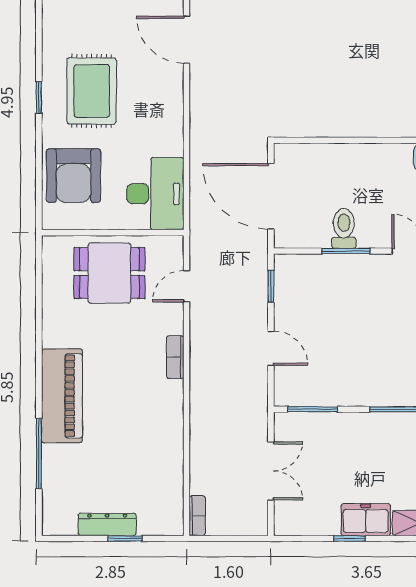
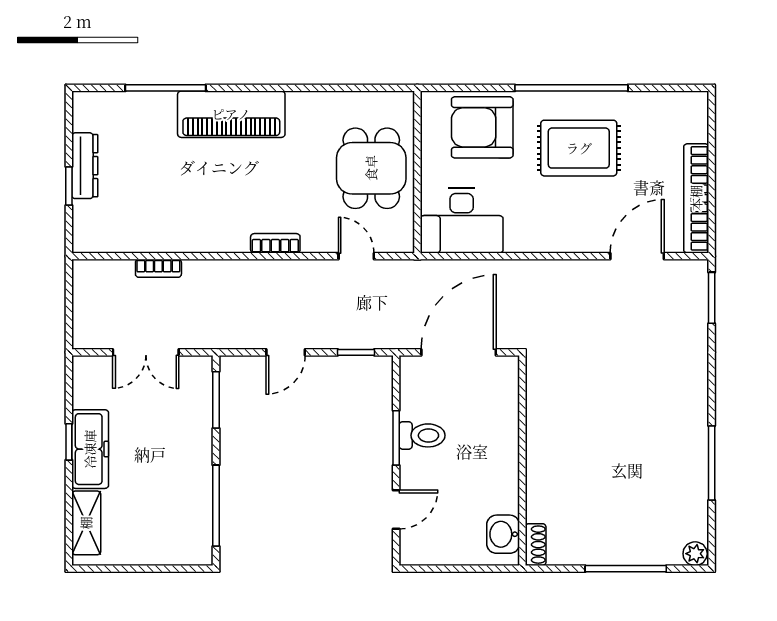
window: (39, 97) -> (571, 88), width x3.17
bookcase: (197, 516) -> (158, 268), moved
freezer: (366, 520) -> (90, 449), width x1.40

